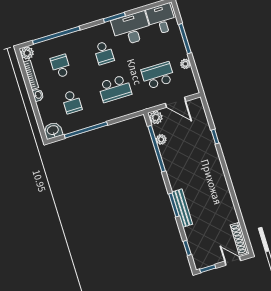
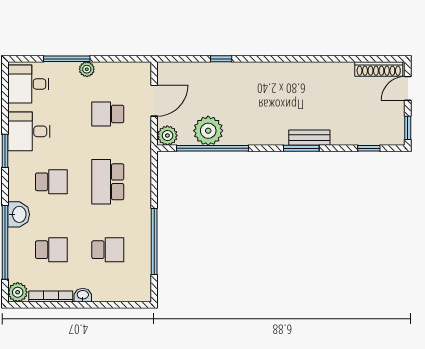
desk: (131, 29) -> (29, 131), width x0.73
plant: (185, 64) -> (87, 69), moved
school desk: (61, 66) -> (51, 250), turned 180
school desk: (158, 75) -> (108, 114), width x0.54
school desk: (115, 89) -> (108, 182), turned 180
washbasin: (53, 131) -> (19, 214), moved, turned 180
plant: (161, 139) -> (208, 131), width x1.87, depth x1.87
bench: (182, 208) -> (309, 138), width x0.73

